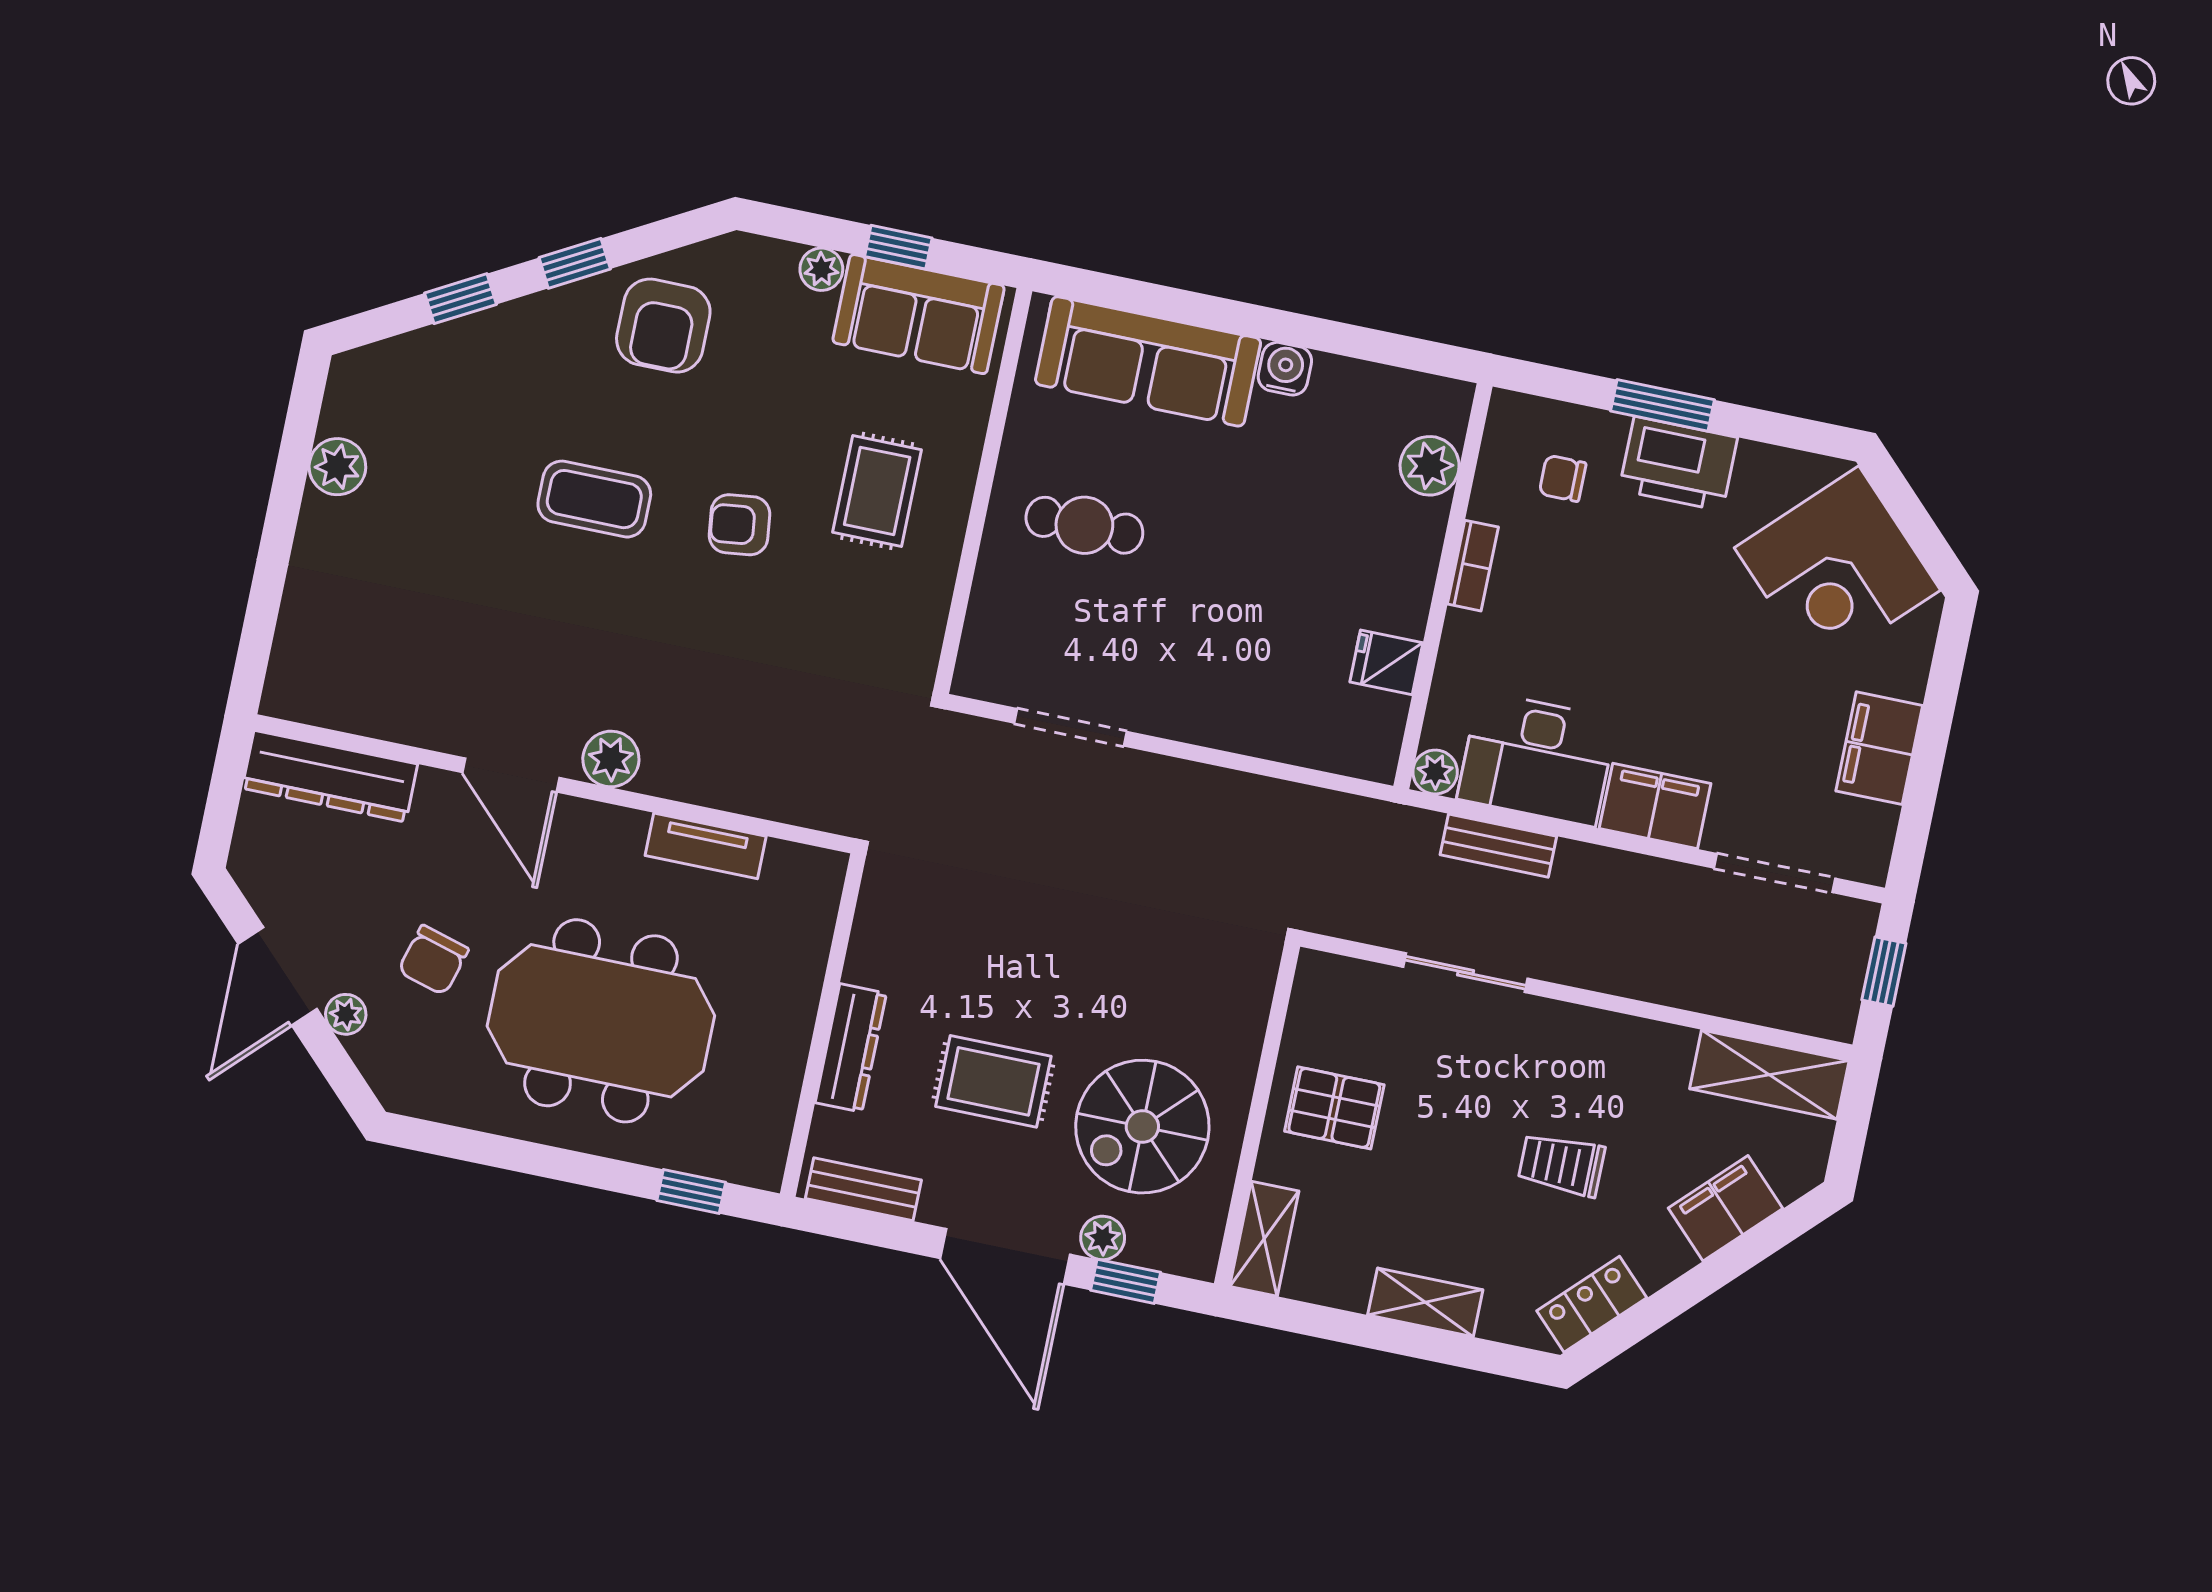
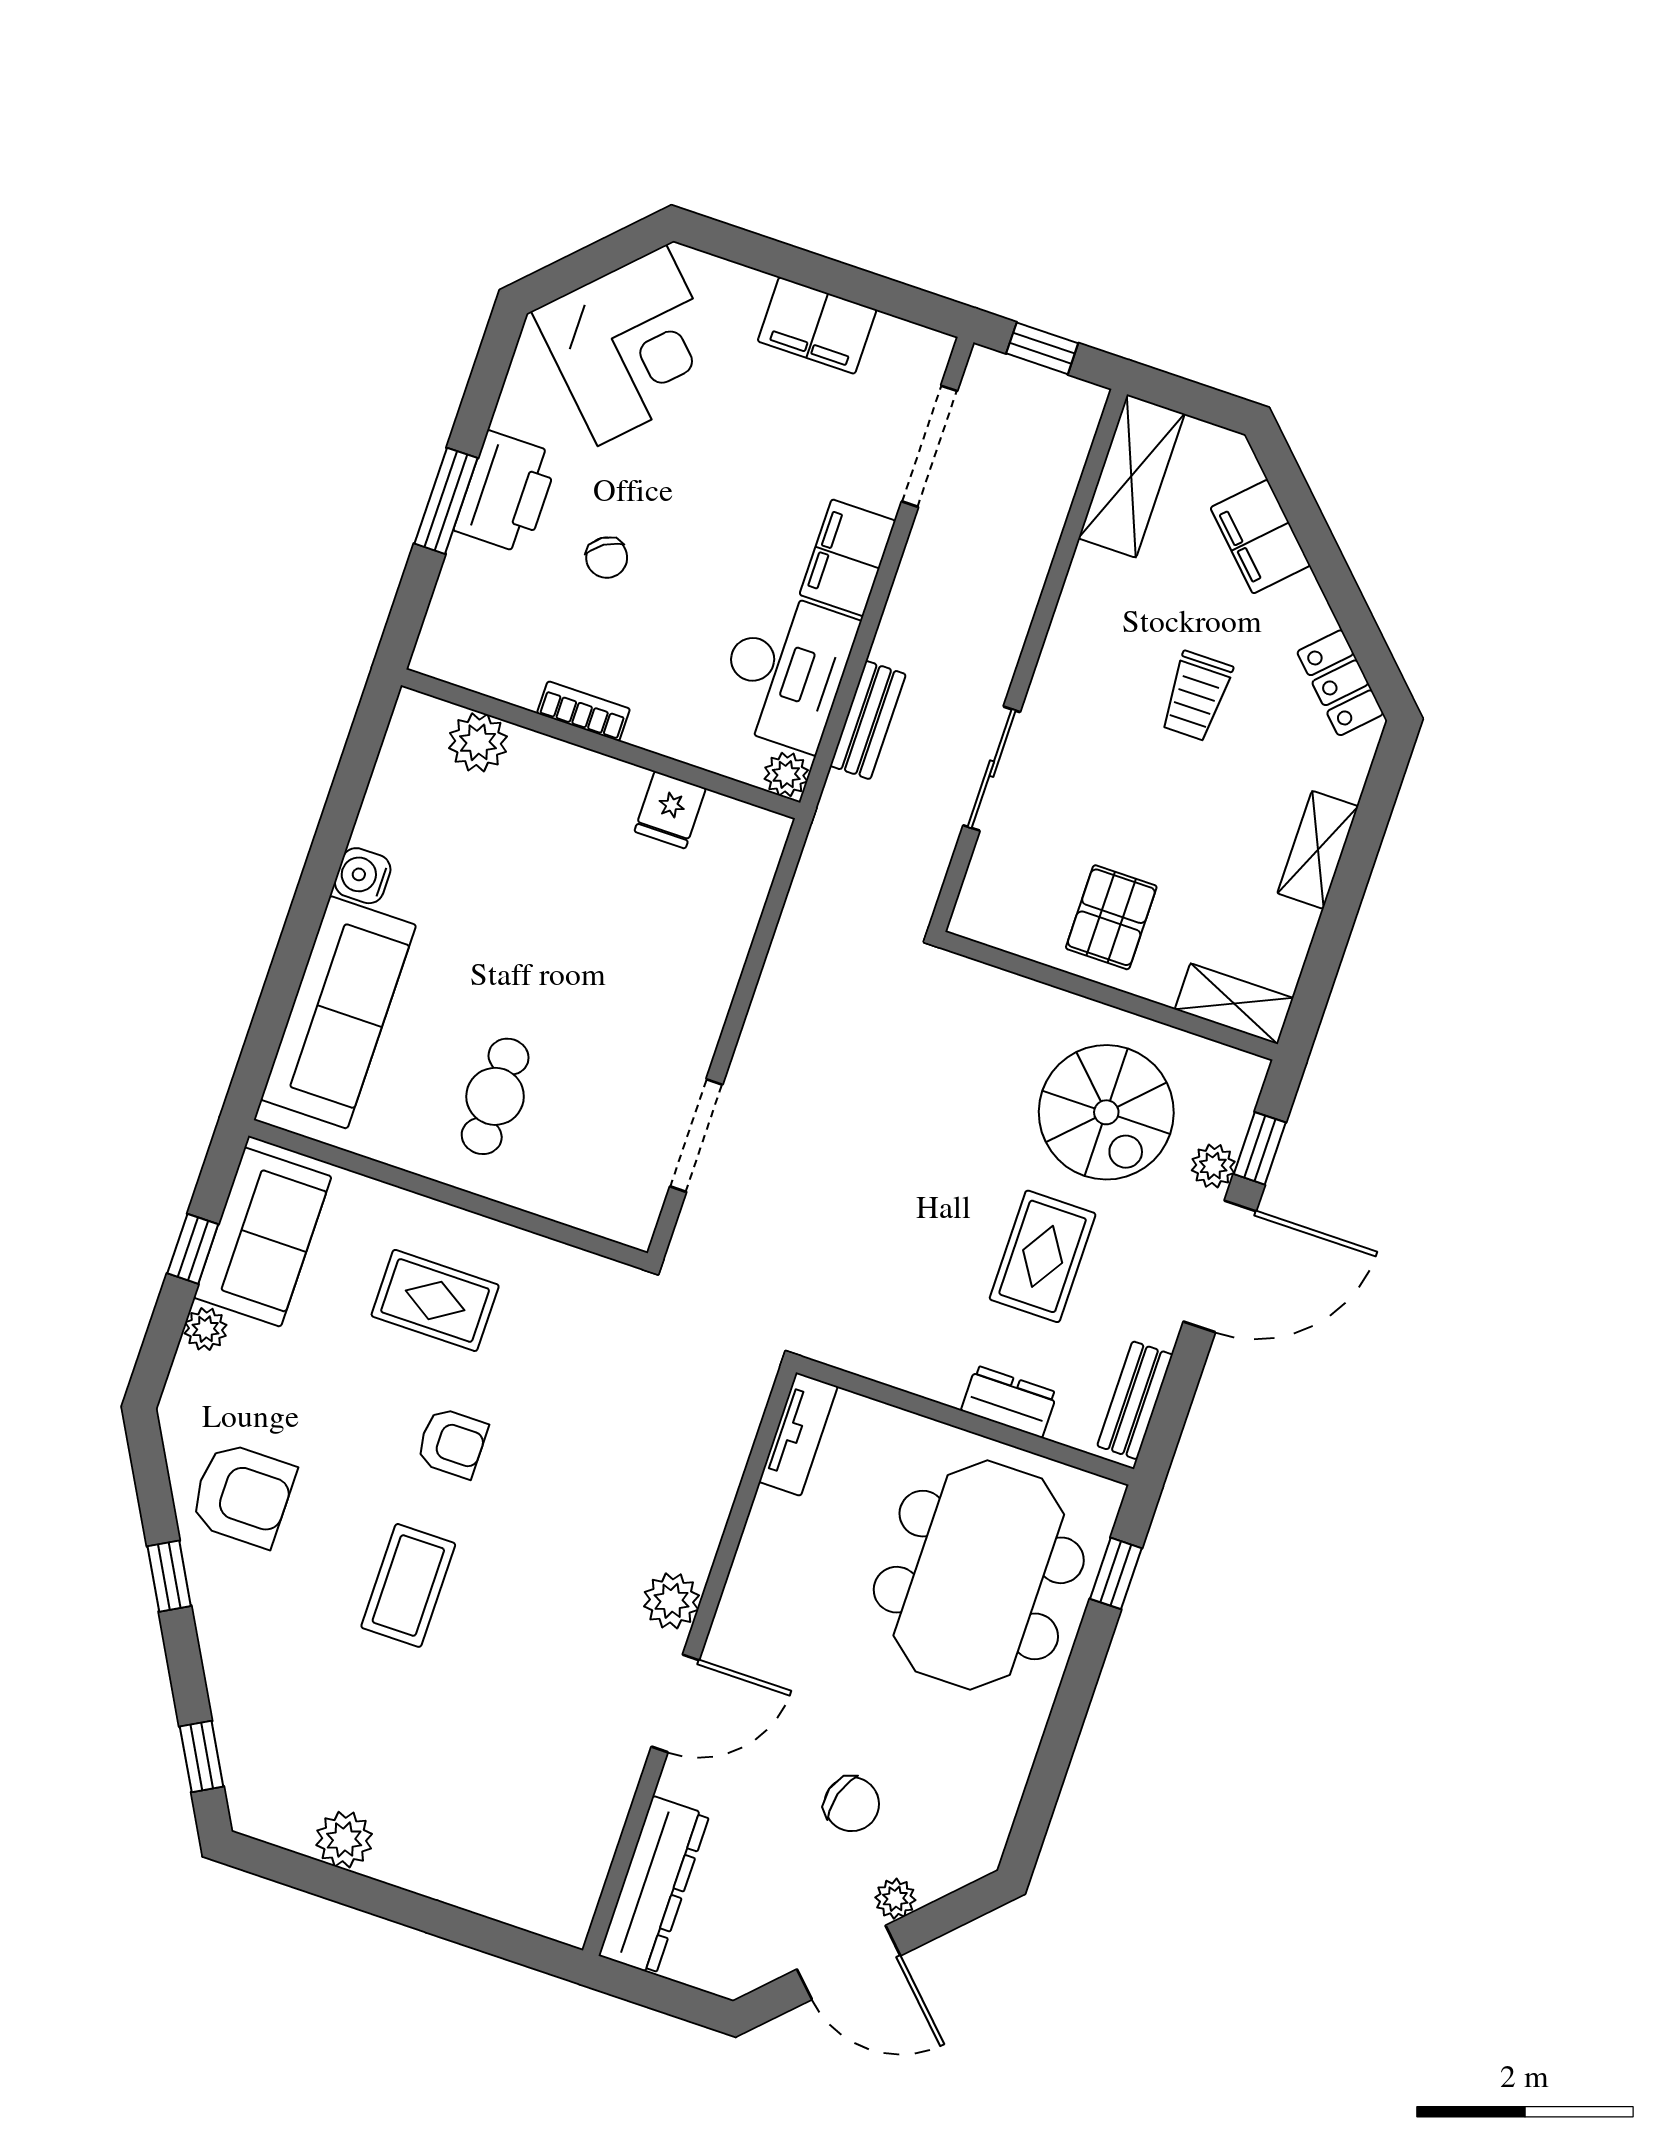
window: (461, 299) -> (202, 1757), moved
chair: (1563, 478) -> (607, 558), moved, turned -33
armchair: (739, 525) -> (452, 1443), turned -83
tv unit: (706, 846) -> (798, 1434), moved
meeting table: (601, 1021) -> (979, 1575), moved
dresser: (851, 1048) -> (1009, 1402), width x0.70

